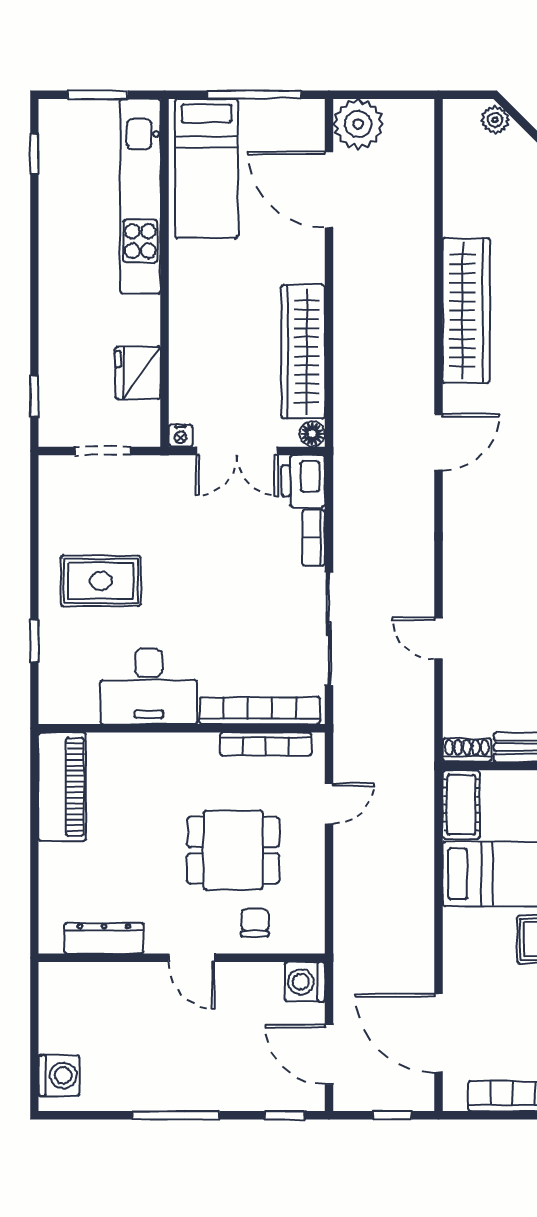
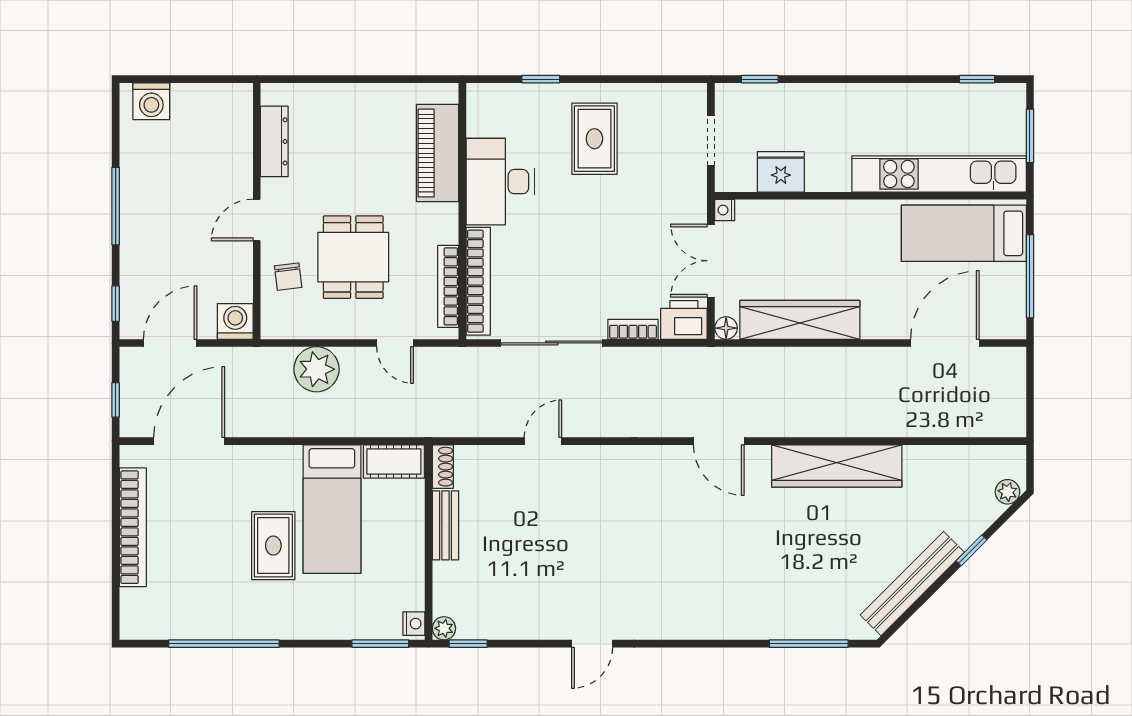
plant: (358, 124) -> (316, 369), moved
piano: (62, 787) -> (438, 153), moved, turned 90
chair: (255, 923) -> (288, 277), turned 83

